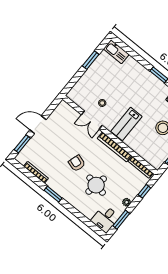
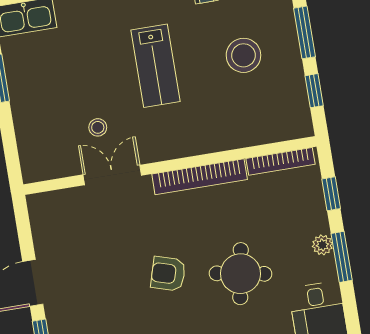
double door: (92, 120) -> (112, 175), swing flipped
lab bench: (126, 124) -> (155, 66), moved
window: (121, 220) -> (342, 257), moved

